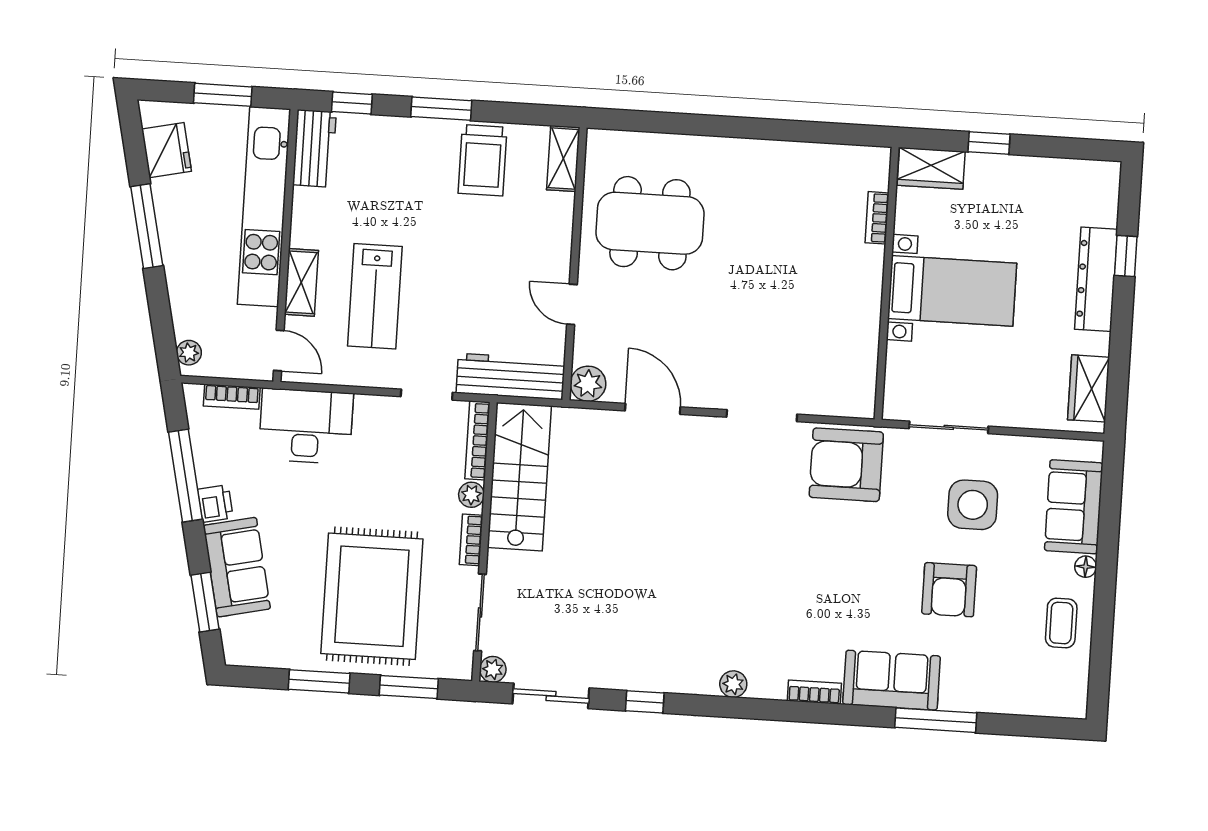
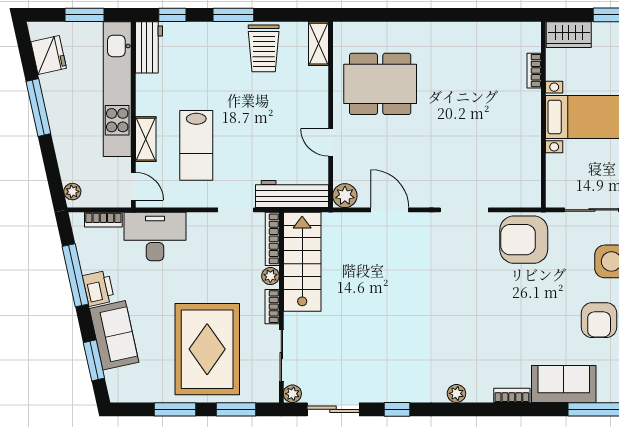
printer: (215, 504) -> (98, 288), width x1.36, depth x1.24

